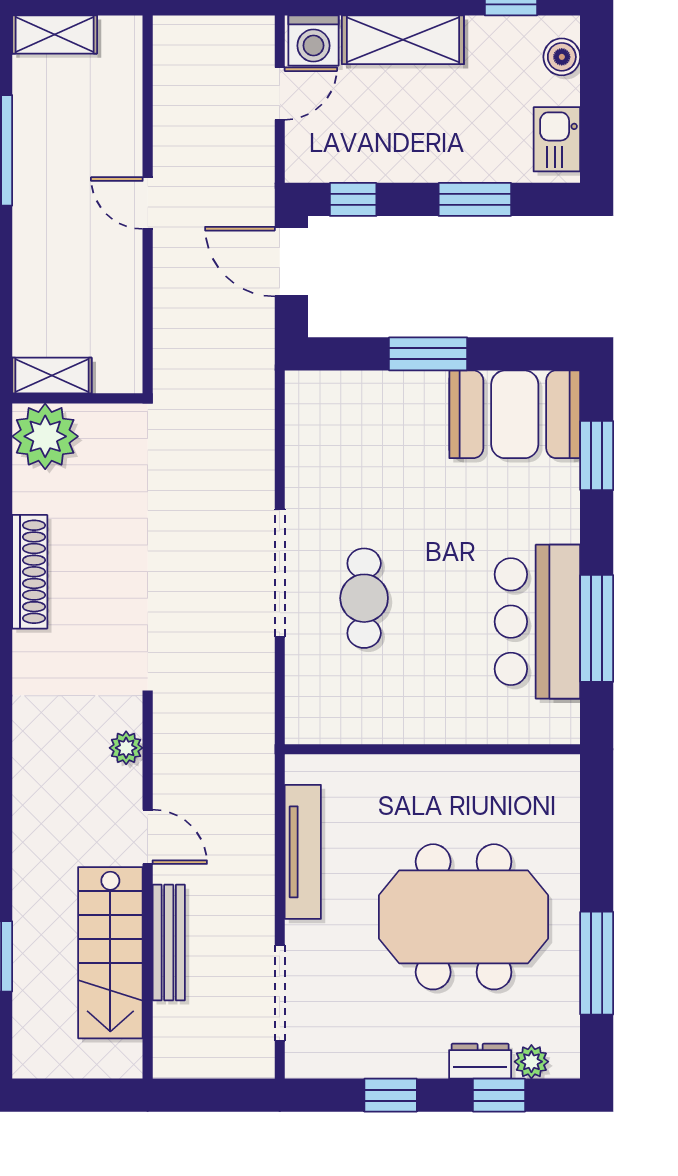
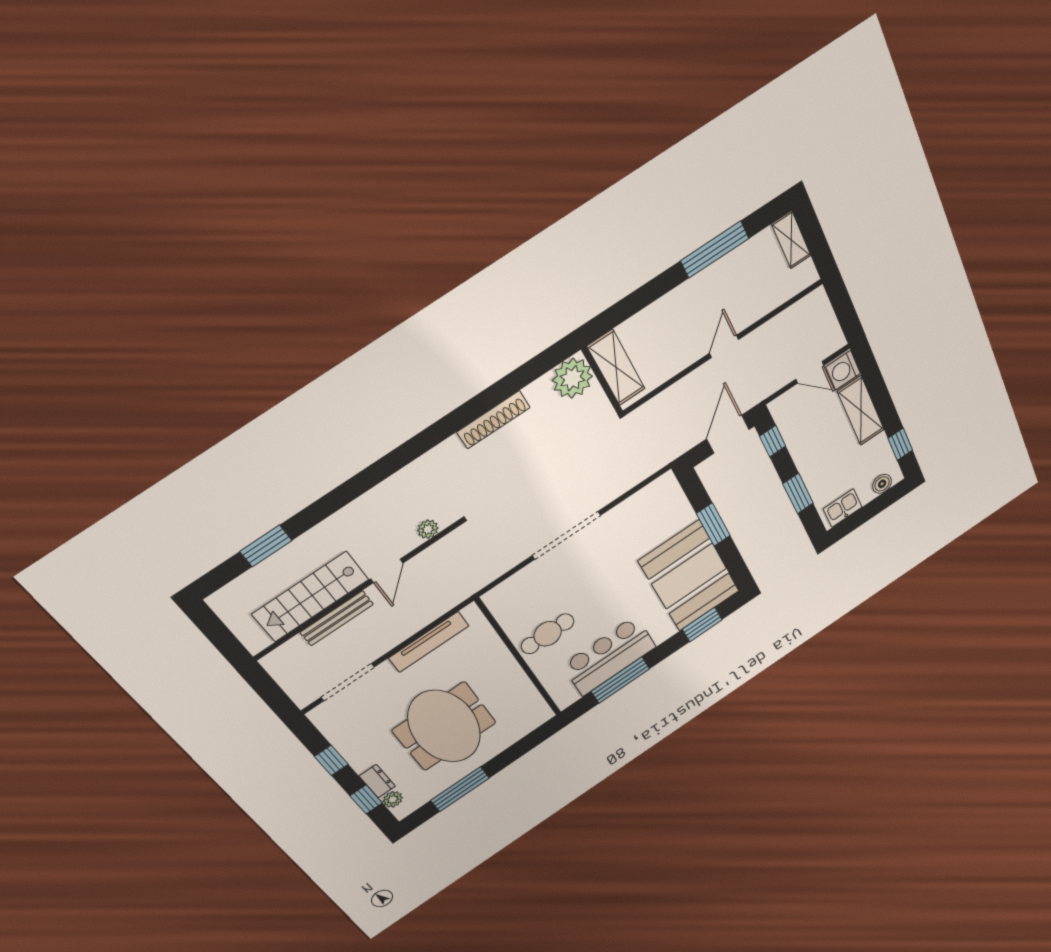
shelving: (52, 376) -> (616, 368), width x1.50, depth x1.33
booth: (515, 414) -> (689, 576), width x1.36, depth x1.42
cafe table: (364, 598) -> (548, 634), moved

